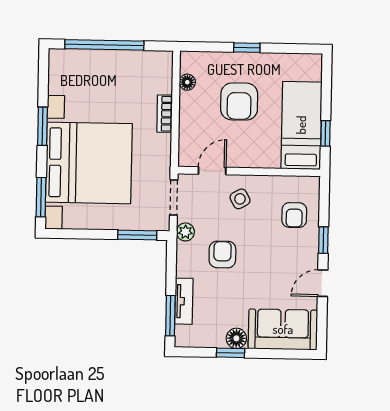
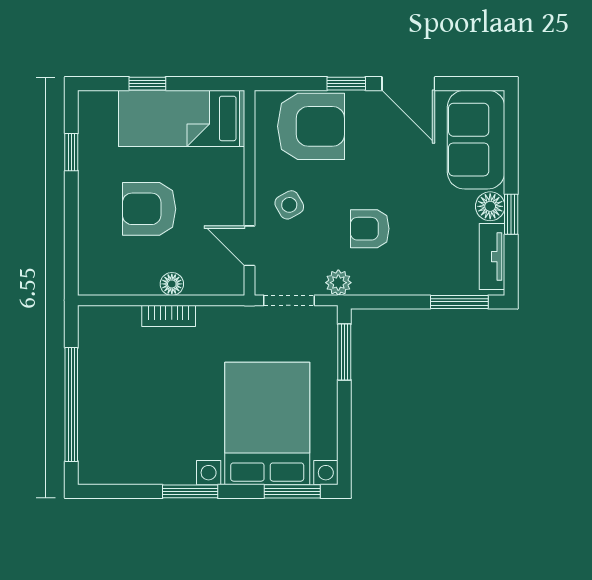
window: (247, 48) -> (71, 152), moved
floor lamp: (187, 82) -> (172, 284), moved
armchair: (239, 102) -> (149, 209), turned 180
window: (325, 133) -> (147, 84), moved
bed with nightstands: (89, 163) -> (267, 424), width x0.73
armchair: (294, 215) -> (311, 126), width x1.88, depth x1.88
door: (323, 283) -> (408, 84), width x1.38
tv unit: (184, 301) -> (492, 257), moved, turned -90

